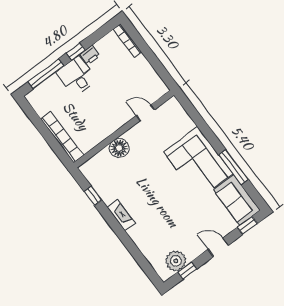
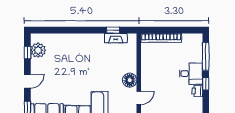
floor lamp: (119, 148) -> (130, 80), moved
fireplace: (121, 215) -> (116, 38), moved

